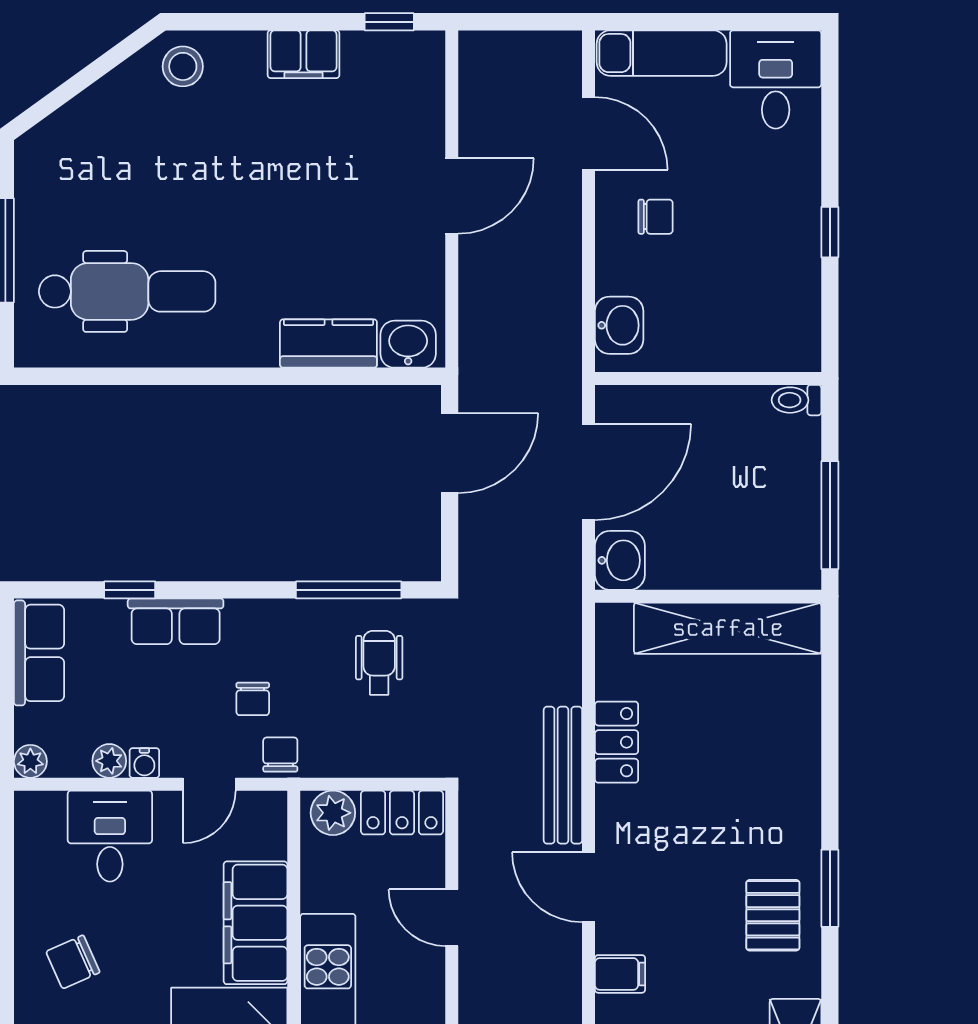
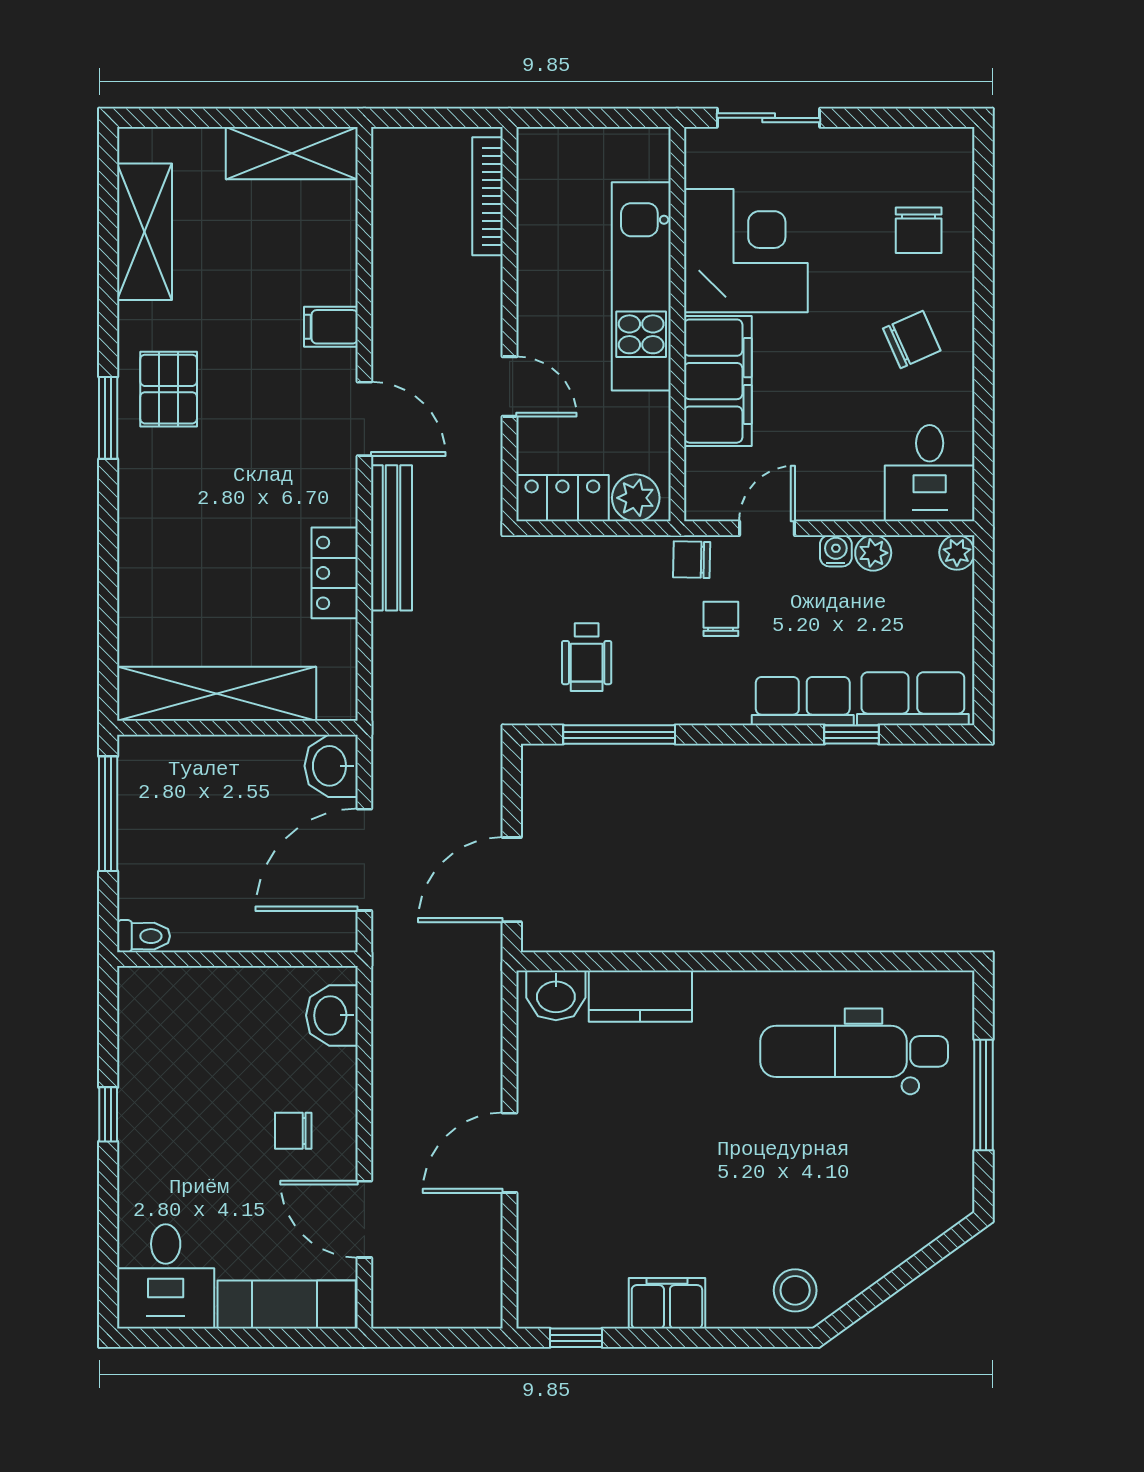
row of seats: (39, 653) -> (913, 699), moved, turned 90
chair: (280, 755) -> (692, 560), turned 91
desk: (110, 836) -> (930, 473), moved

